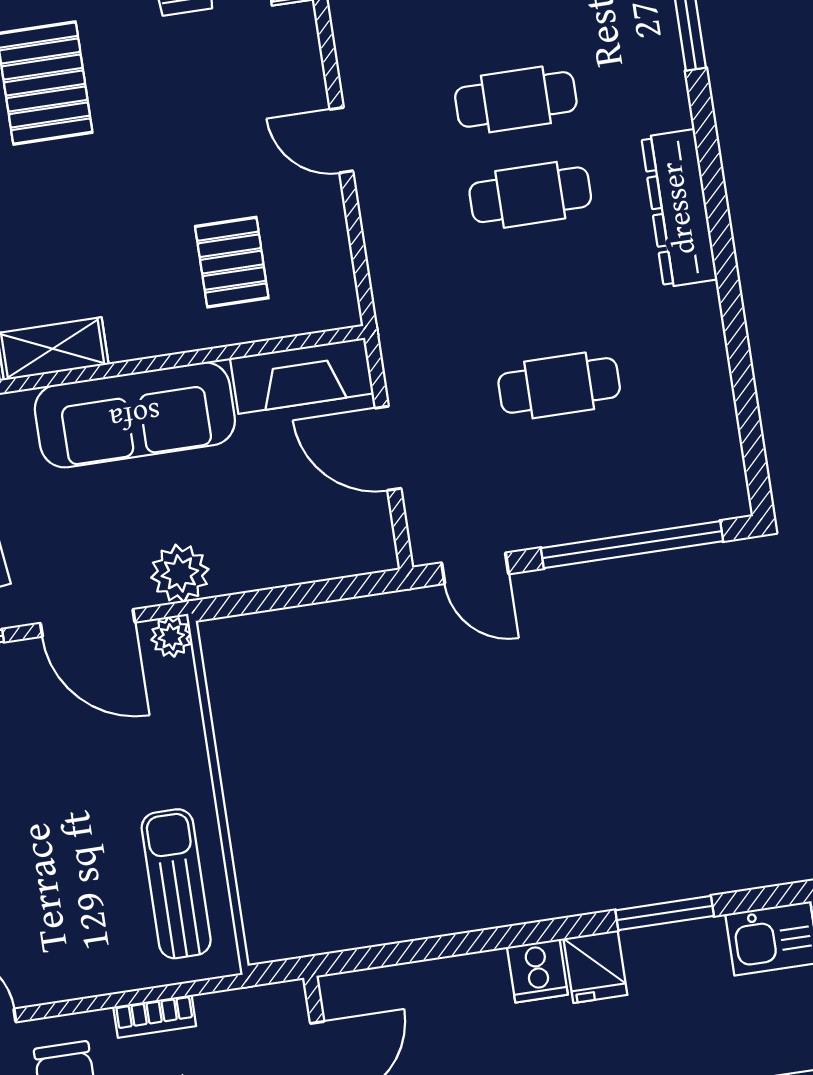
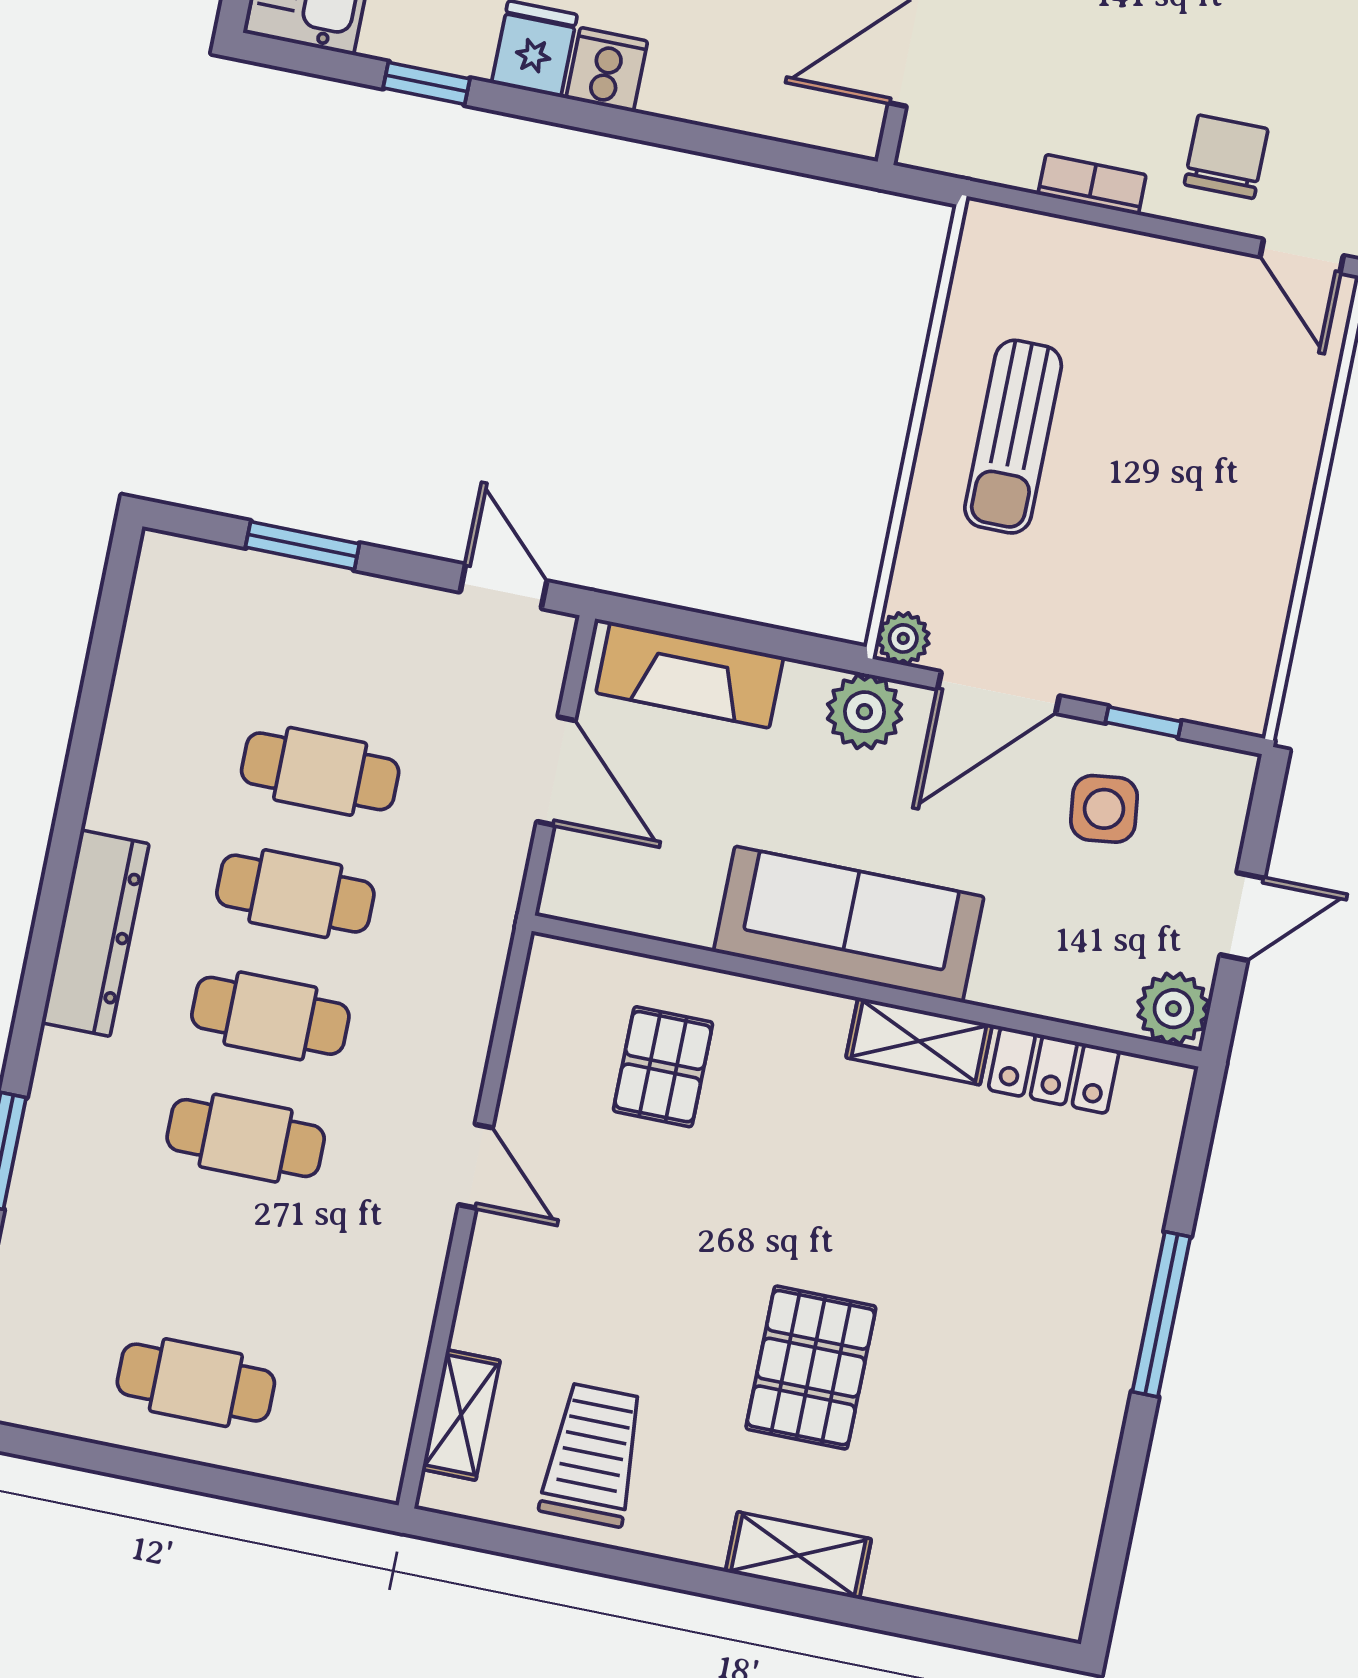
cafe table: (545, 290) -> (295, 894), added
fireplace: (302, 376) -> (690, 675), moved, turned 180
window: (632, 545) -> (302, 546), width x0.47
door: (88, 623) -> (999, 692), swing flipped
sun lounger: (176, 884) -> (1013, 437), moved
window: (665, 913) -> (427, 83), width x0.67

